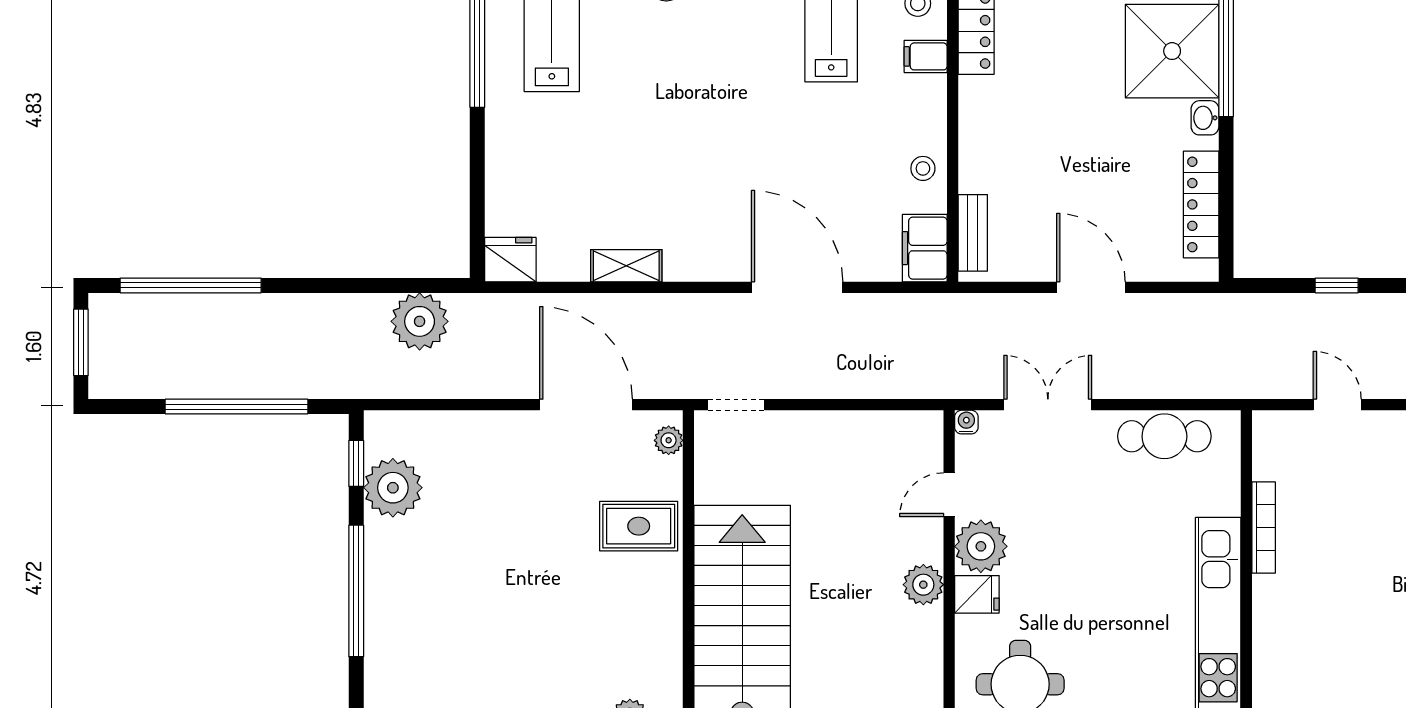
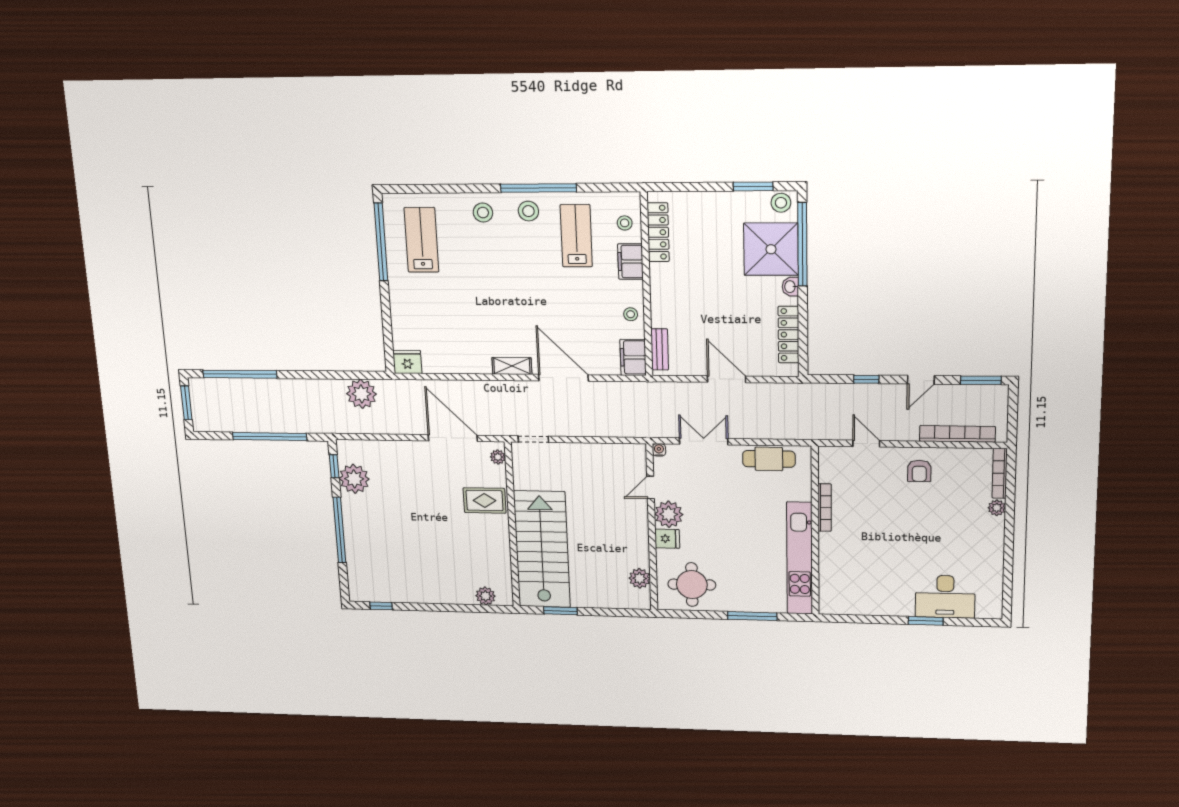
filing cabinet: (926, 56) -> (630, 262), width x2.00
shelving: (626, 266) -> (512, 366), moved
plant: (923, 585) -> (640, 578), moved

